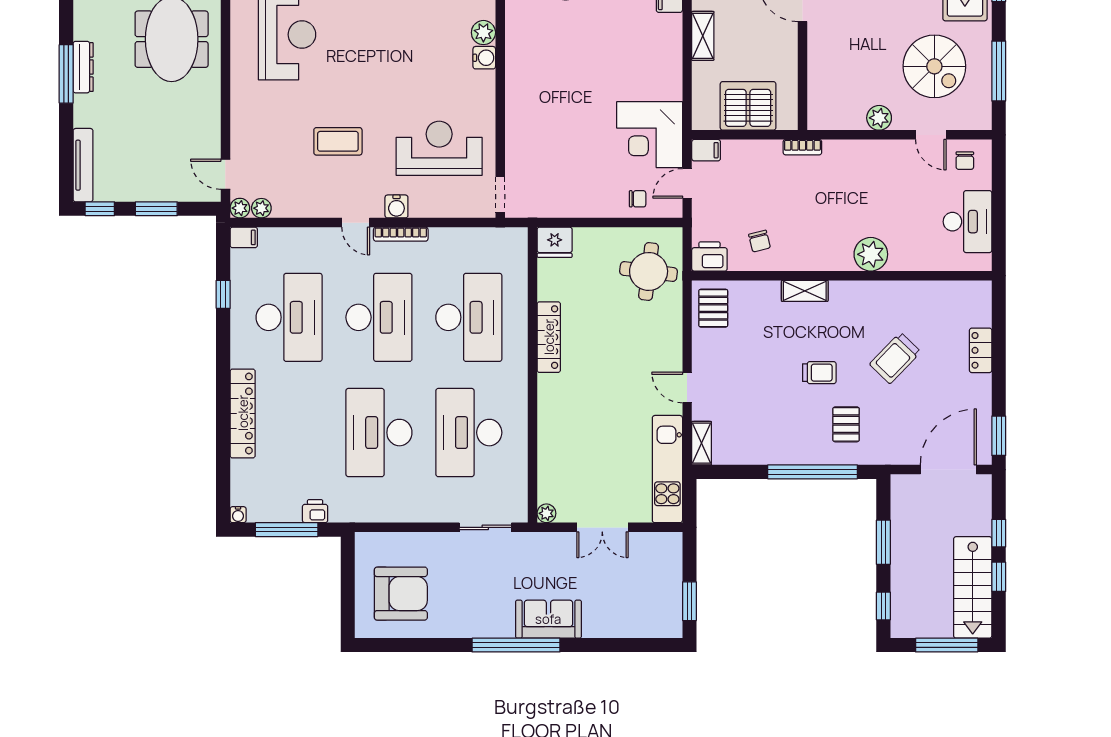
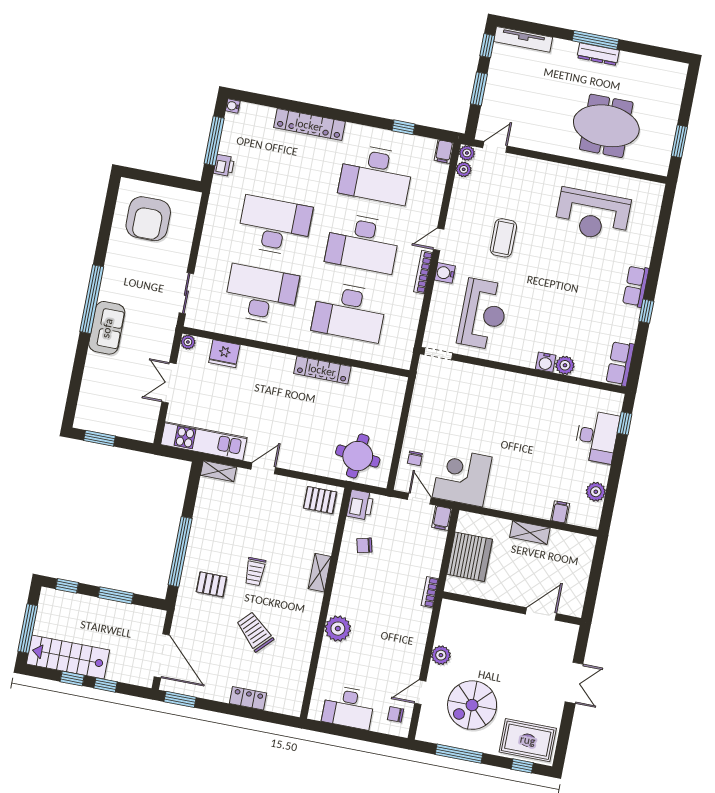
fridge: (555, 242) -> (224, 354), moved, turned -90

